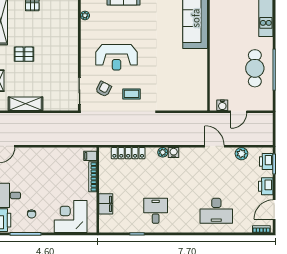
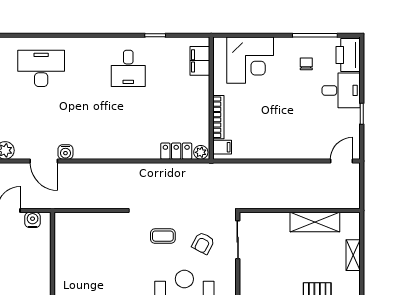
plant: (163, 152) -> (201, 152), moved
locker: (128, 153) -> (176, 151), width x0.66
water cooler: (174, 153) -> (65, 152), moved
filing cabinet: (106, 204) -> (200, 61), moved

